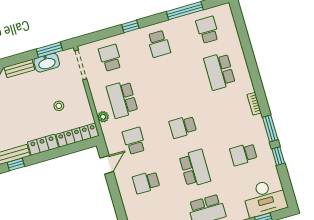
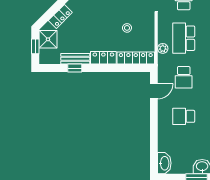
school desk: (134, 141) -> (184, 77), turned 180

